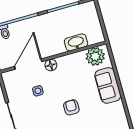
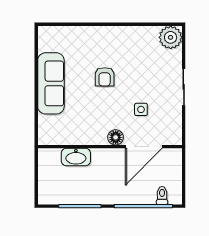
plant: (95, 56) -> (57, 133), removed
sofa: (108, 85) -> (51, 83), width x1.36

